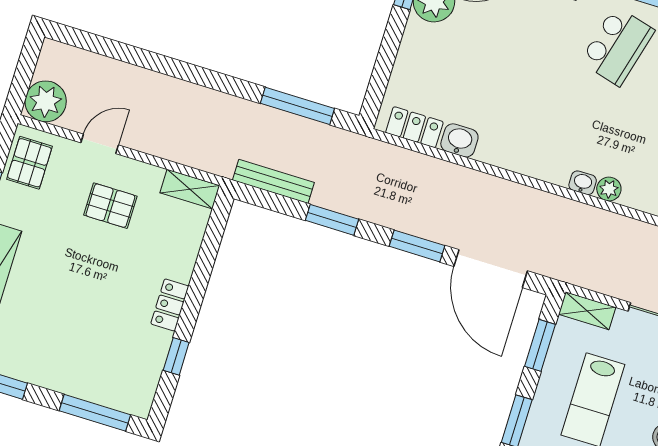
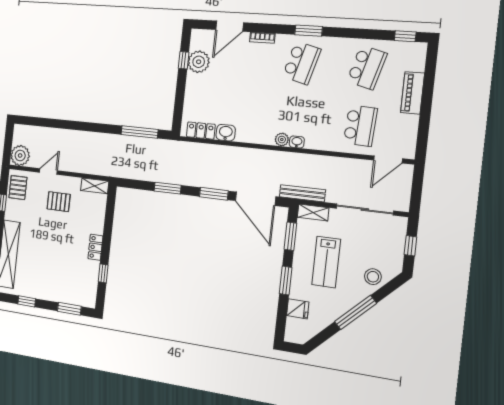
bench: (273, 181) -> (302, 193), moved
plant: (609, 189) -> (282, 140), moved
window: (95, 413) -> (69, 309), width x0.69

